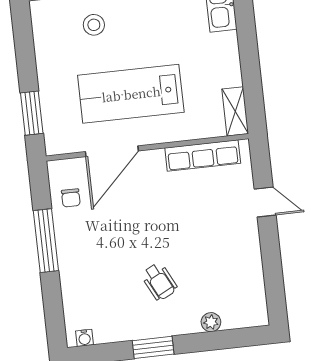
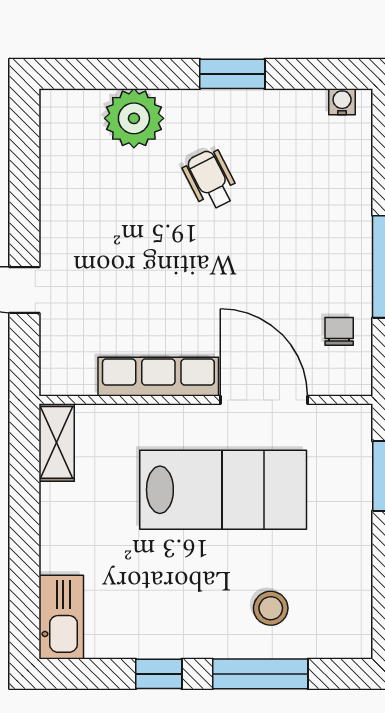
door: (112, 151) -> (264, 400), hinge flipped
row of seats: (203, 155) -> (158, 377), moved
plant: (211, 322) -> (134, 118), width x1.87, depth x1.87

